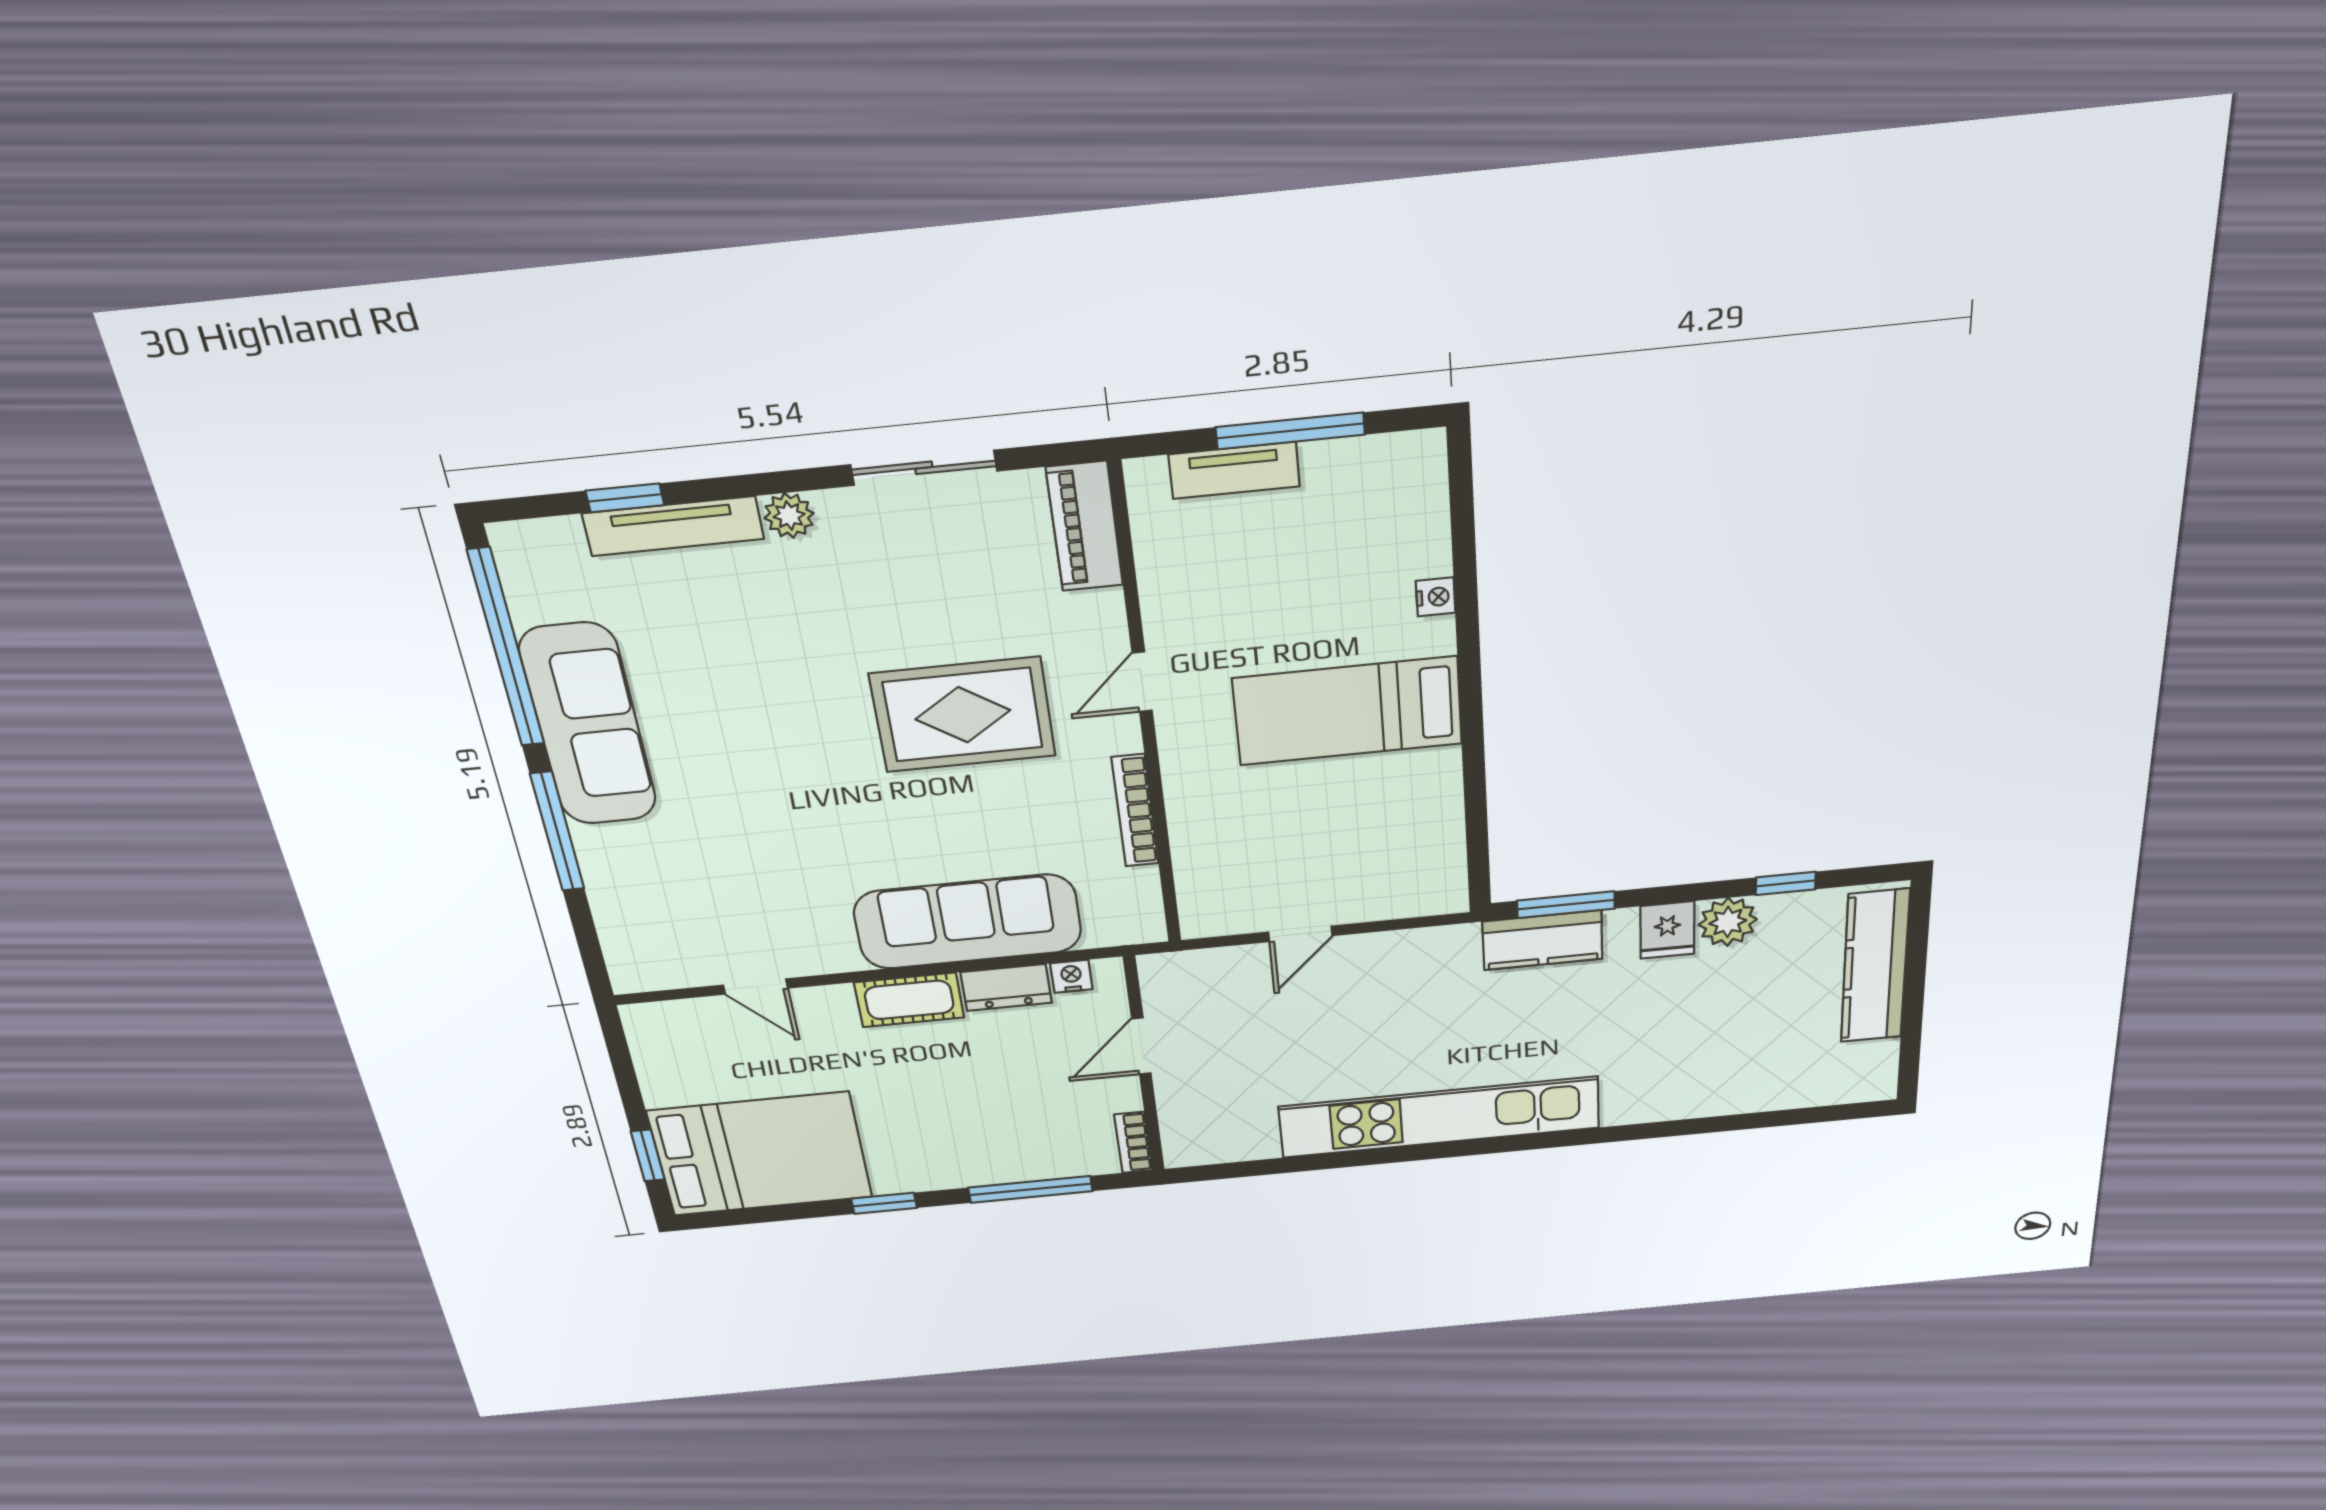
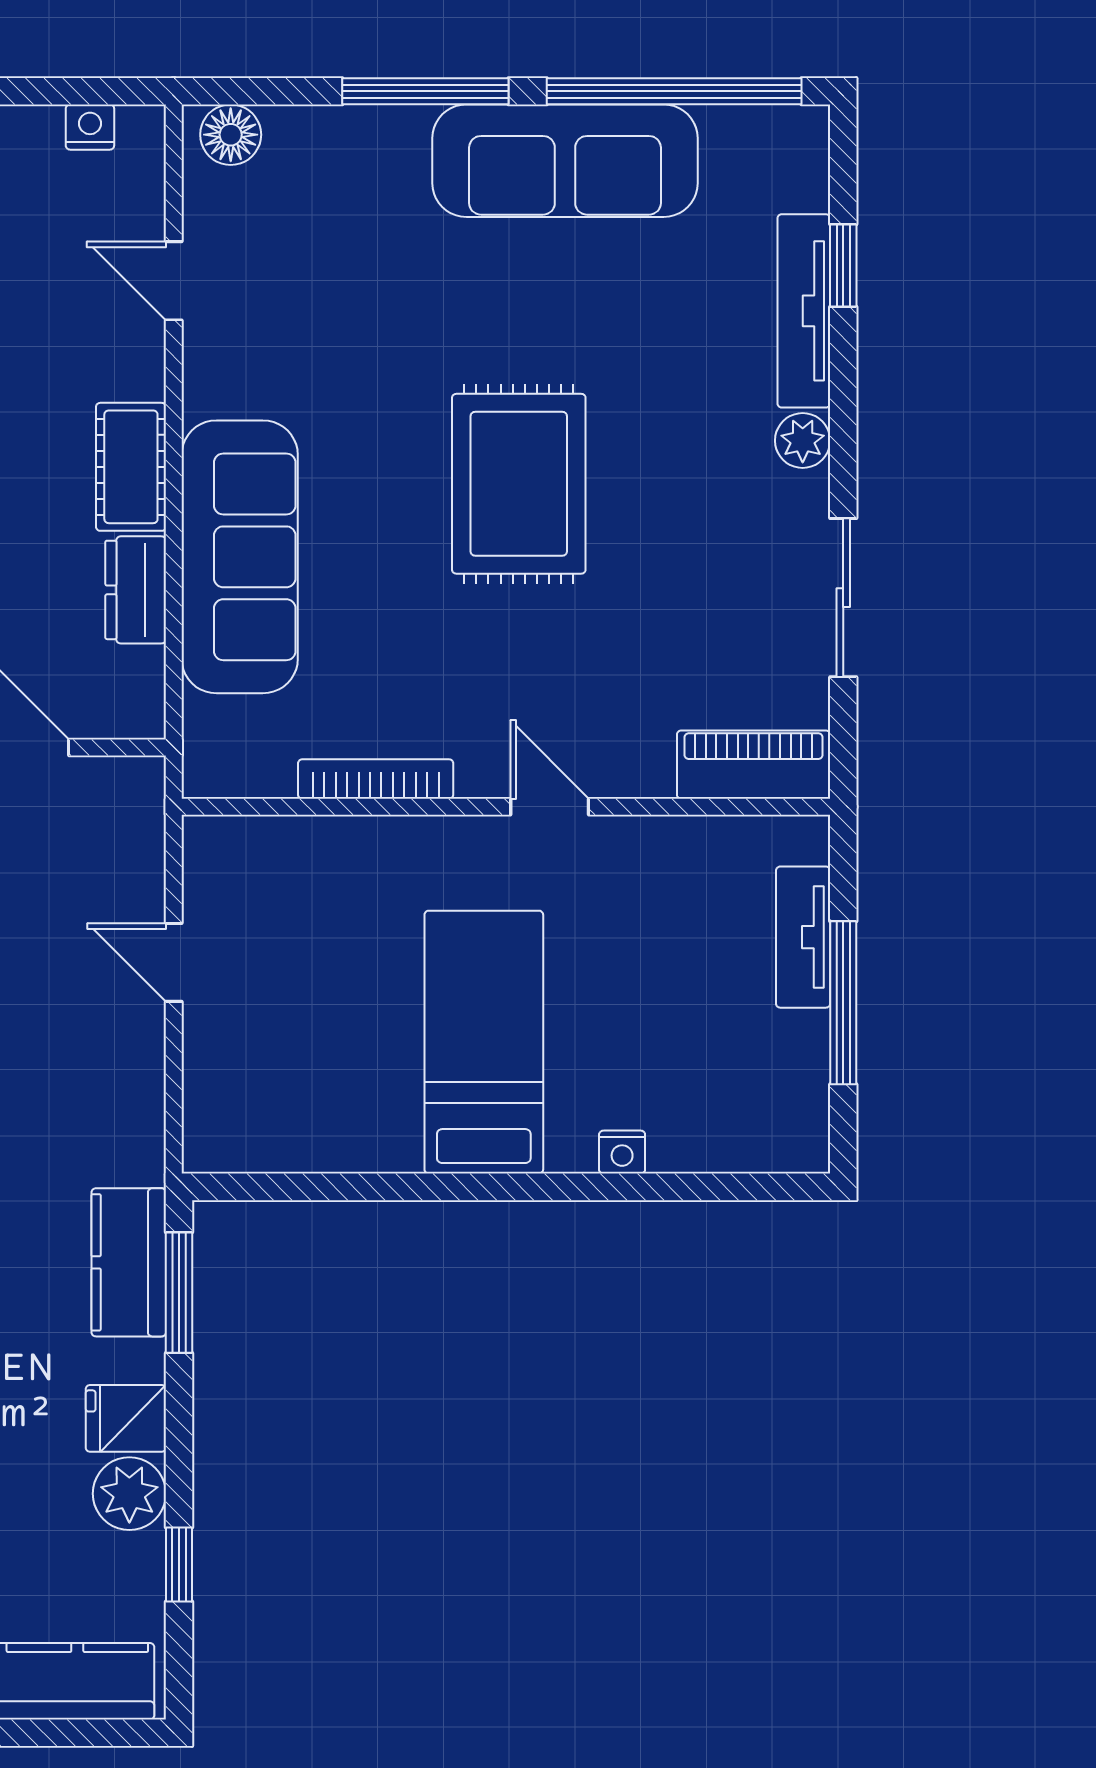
rug: (963, 715) -> (519, 484), moved
floor lamp: (629, 961) -> (231, 135), added
nightstand: (1071, 976) -> (90, 127), moved, turned -90
door: (756, 987) -> (174, 281), hinge flipped

